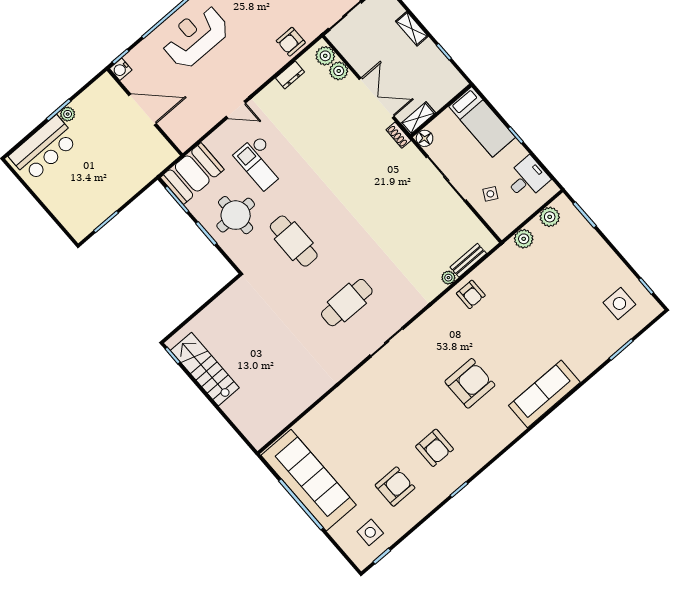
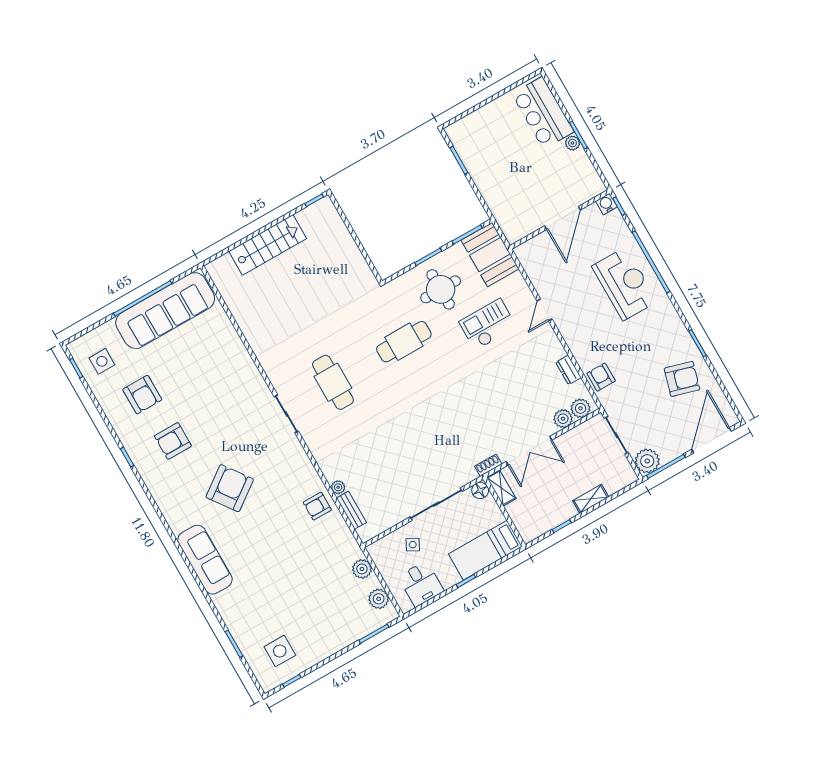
stairs: (205, 369) -> (268, 245), moved
armchair: (470, 383) -> (230, 488), turned -126

